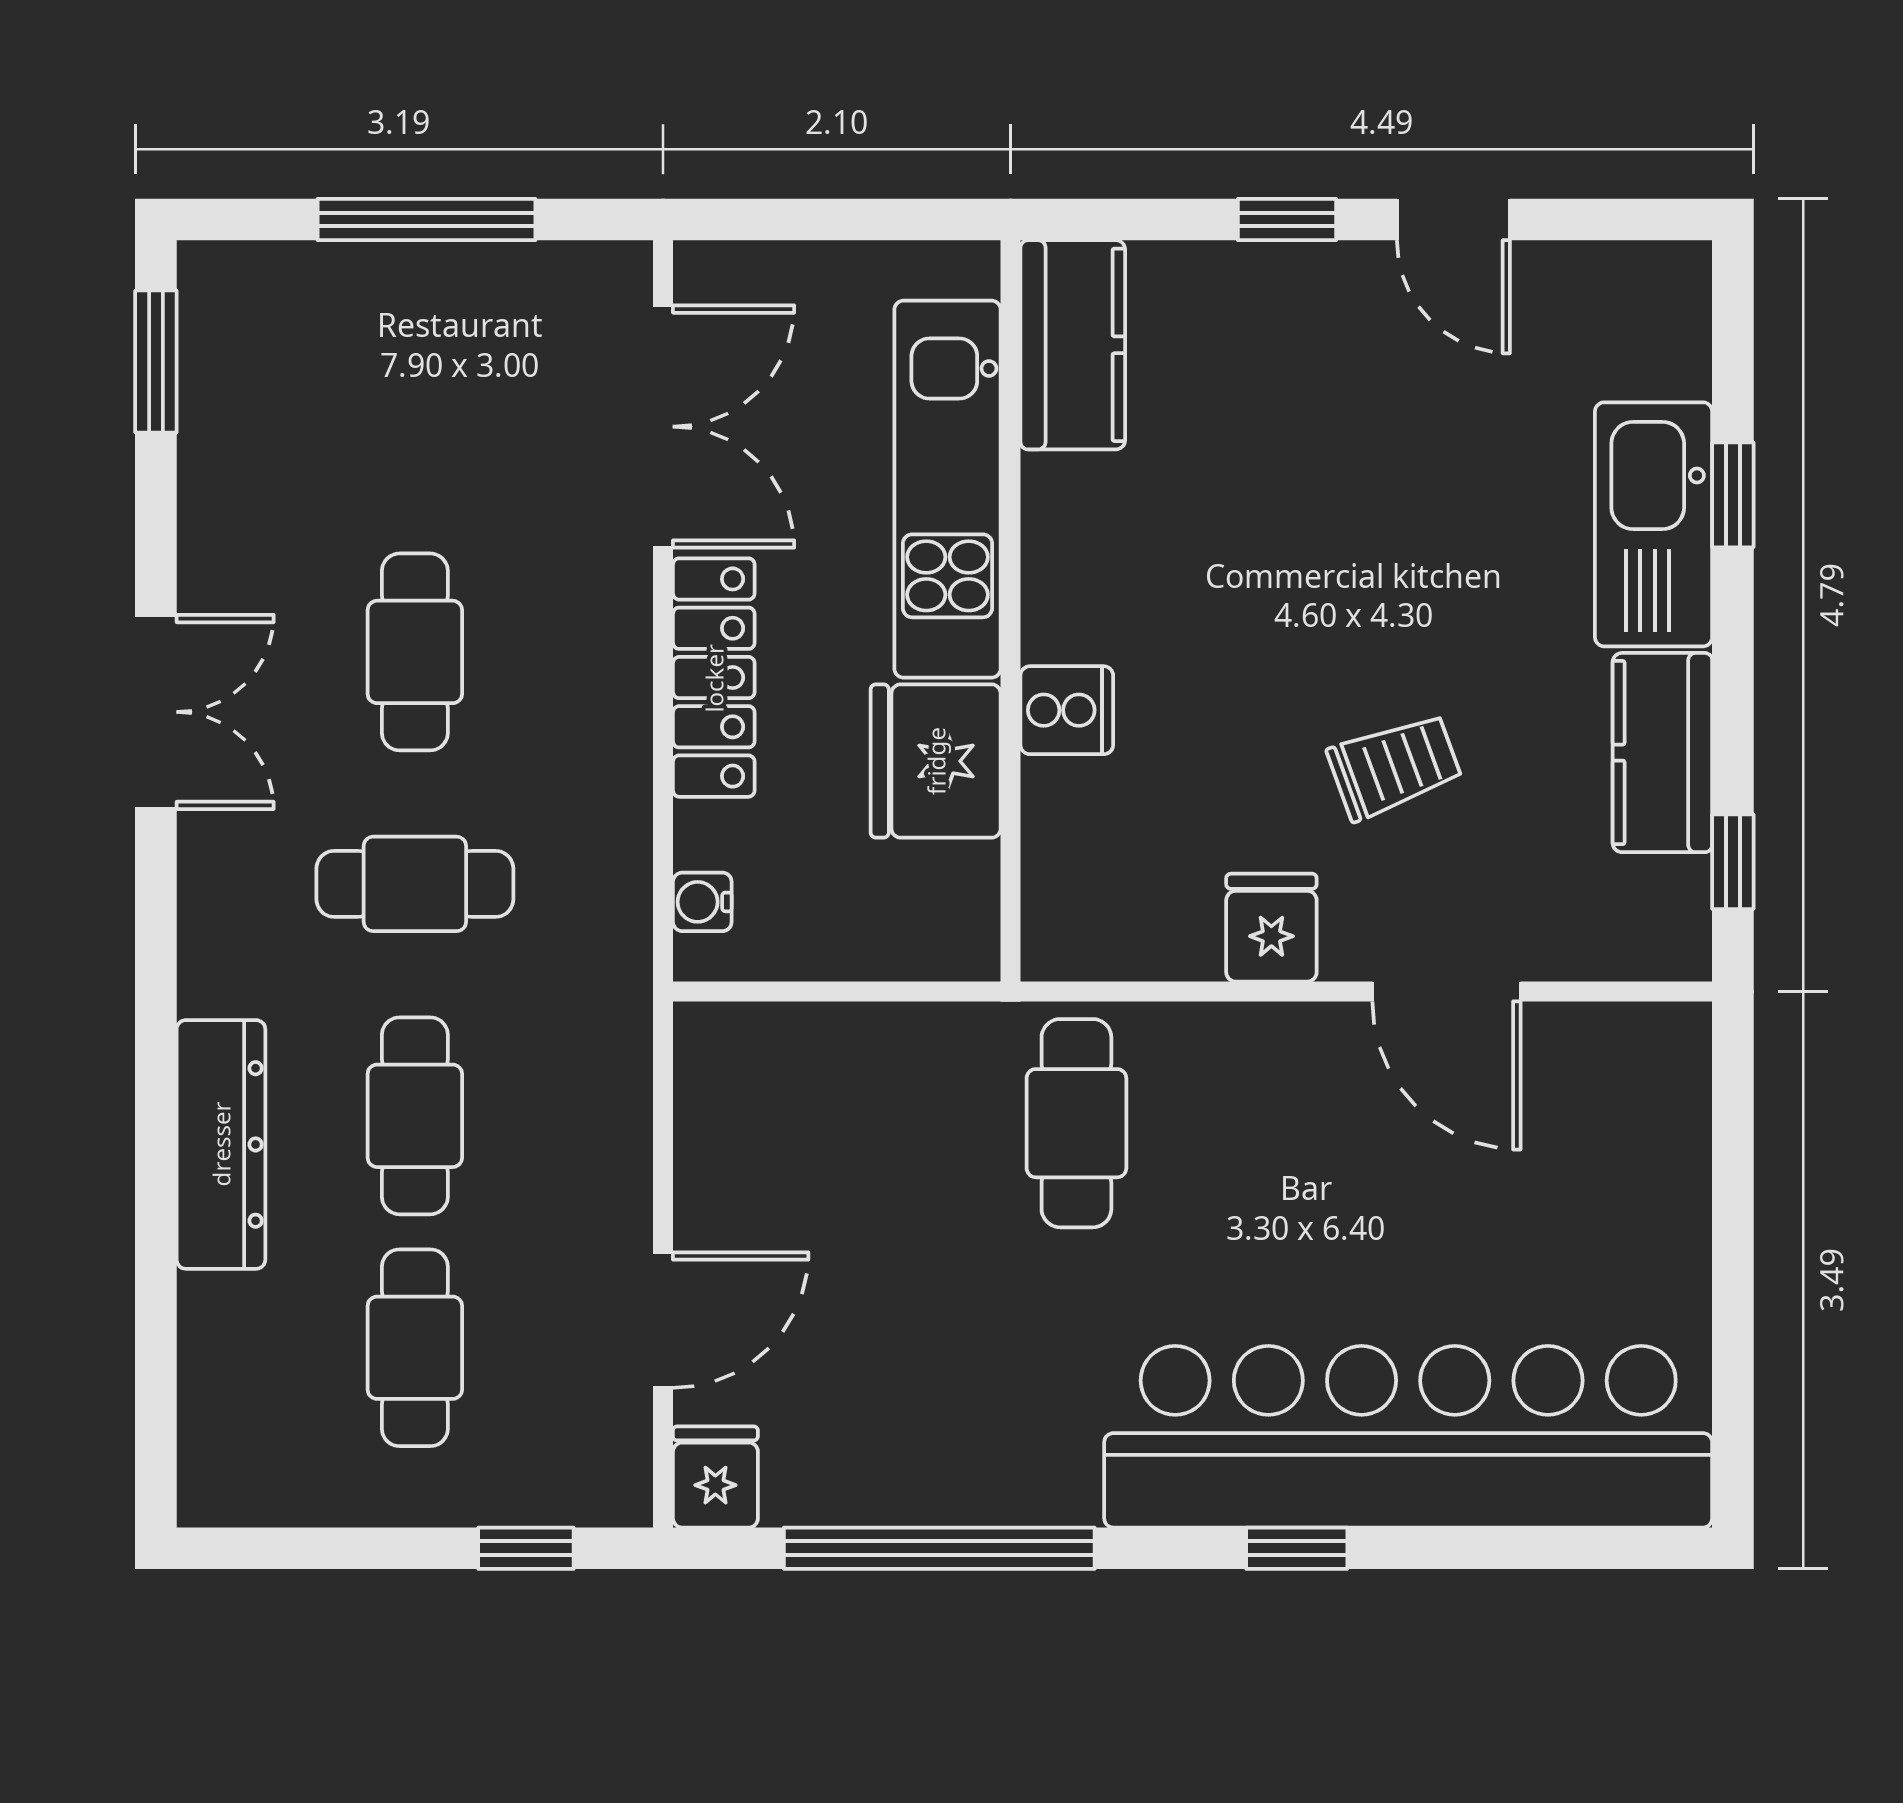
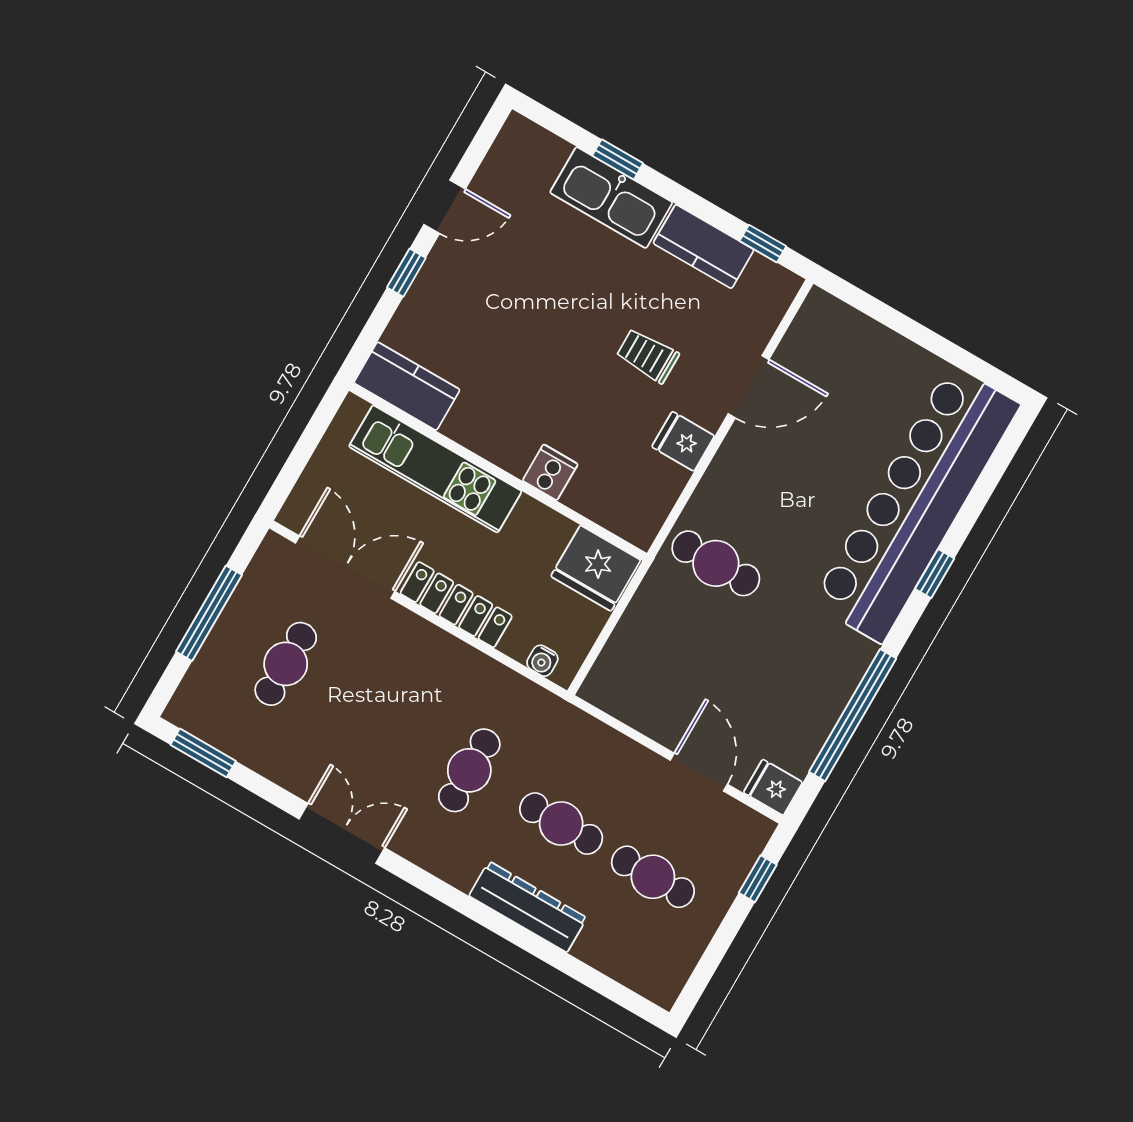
cafe table: (415, 652) -> (286, 664), moved, turned 90
fridge: (936, 761) -> (596, 568), moved
trolley: (1395, 766) -> (648, 356), turned -70

